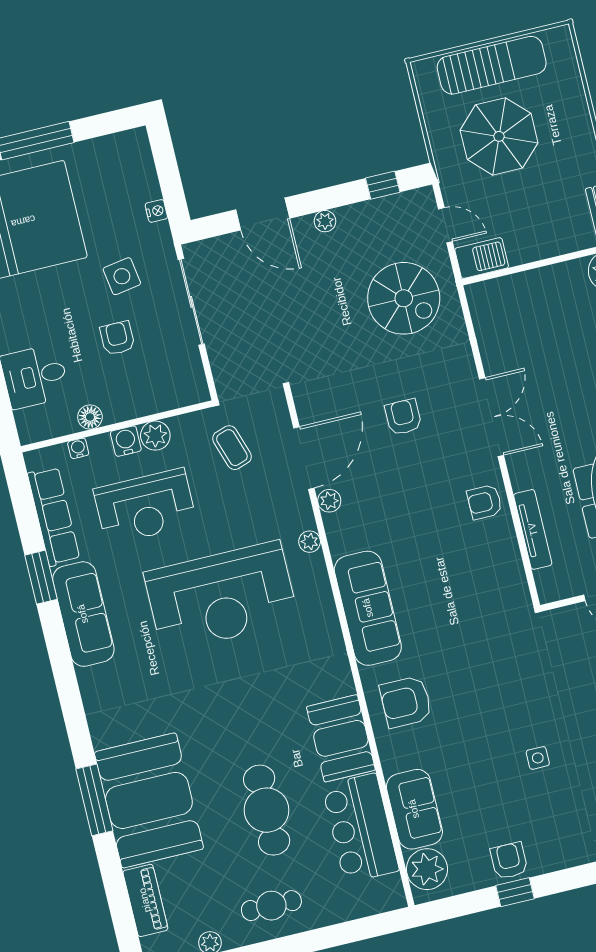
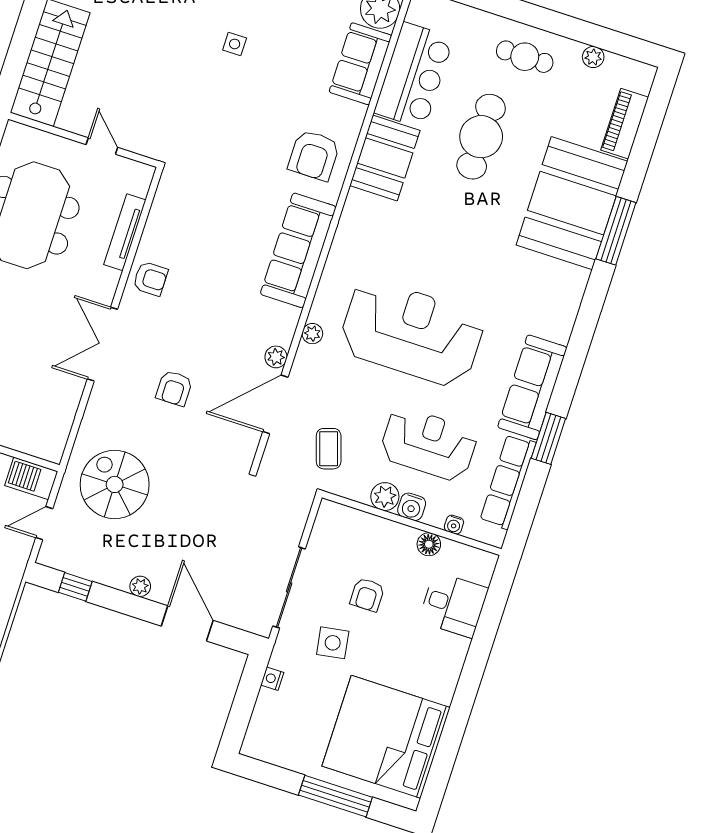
door: (445, 225) -> (44, 523), hinge flipped
armchair: (406, 702) -> (314, 155), turned 90

